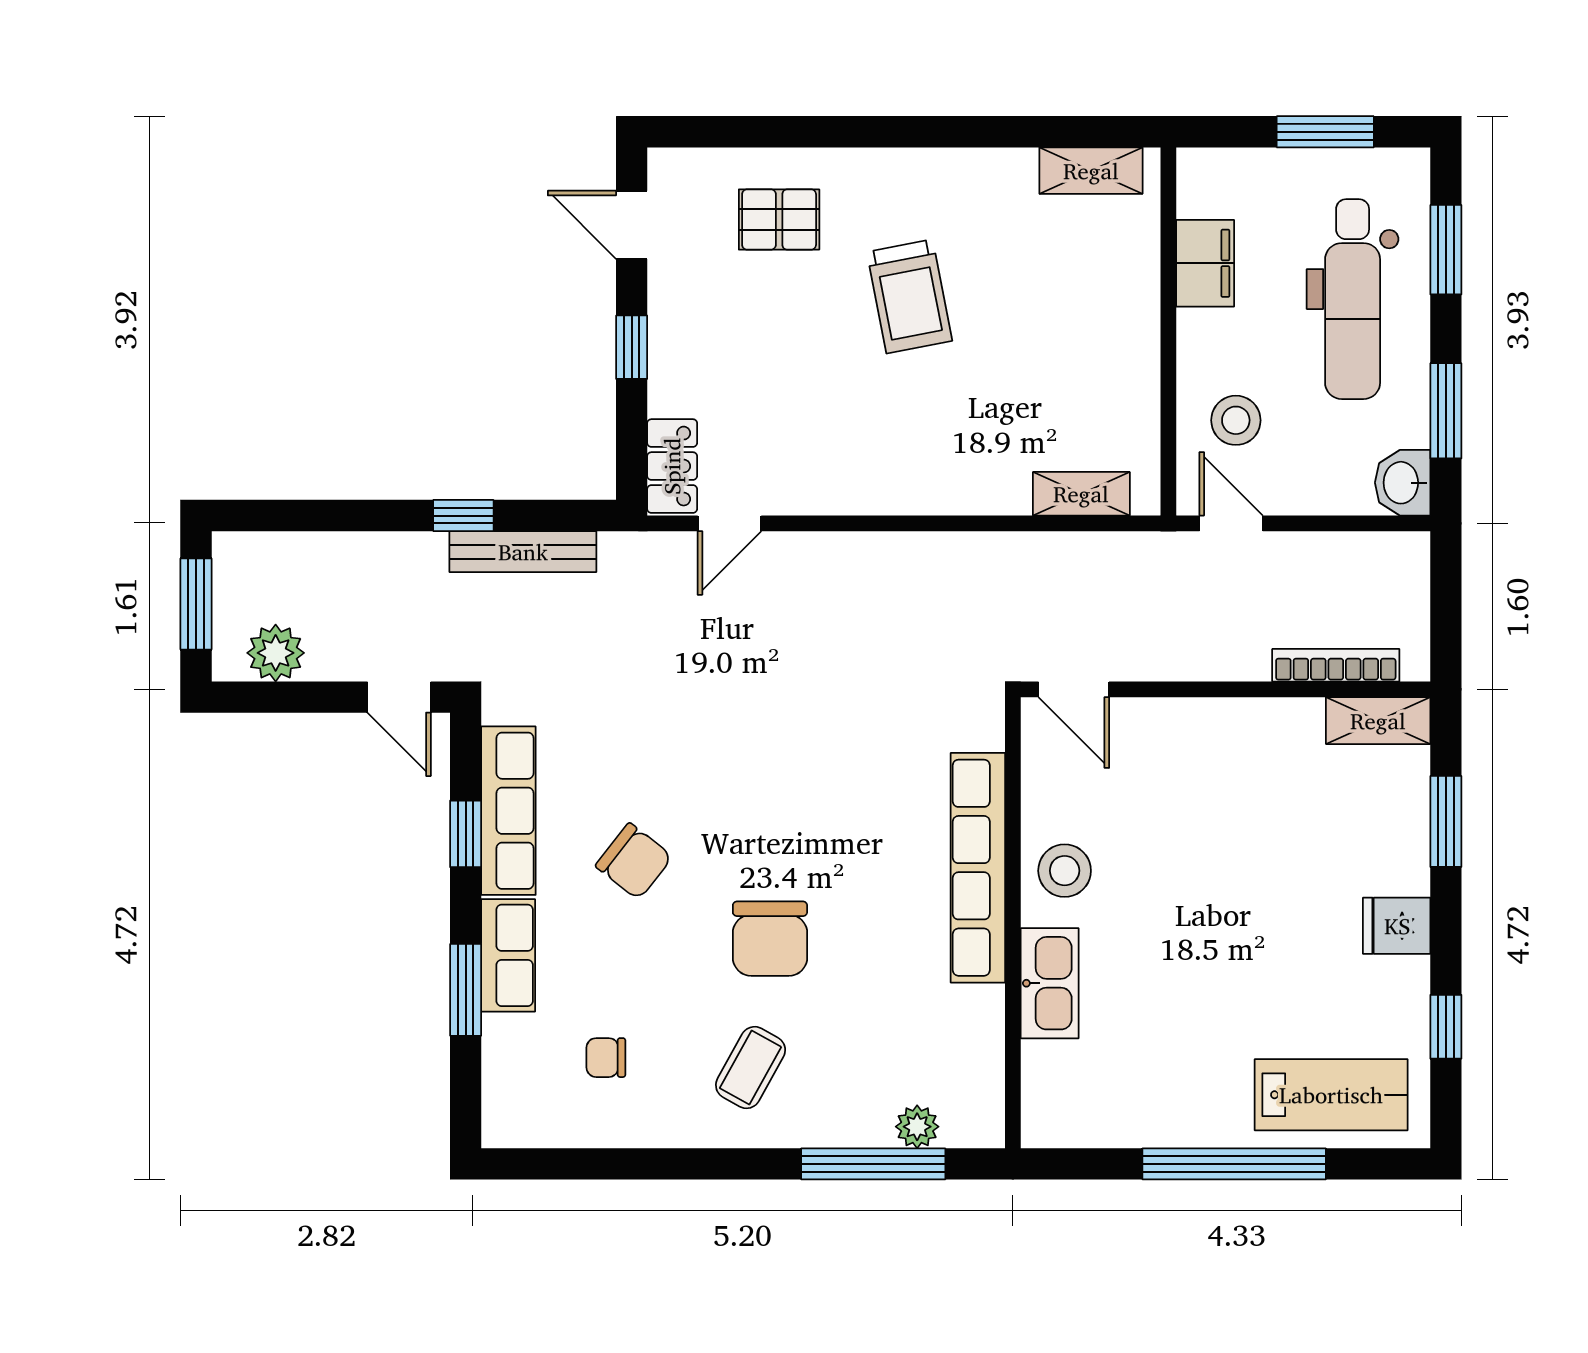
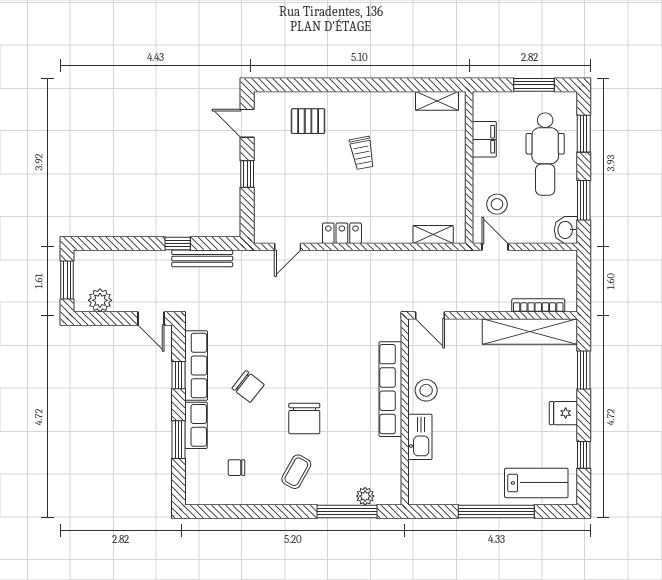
trolley: (909, 296) -> (362, 153), width x0.73, depth x0.72
locker: (672, 466) -> (342, 233), moved, turned -90
shelving: (1378, 721) -> (530, 332), width x2.20, depth x1.33

